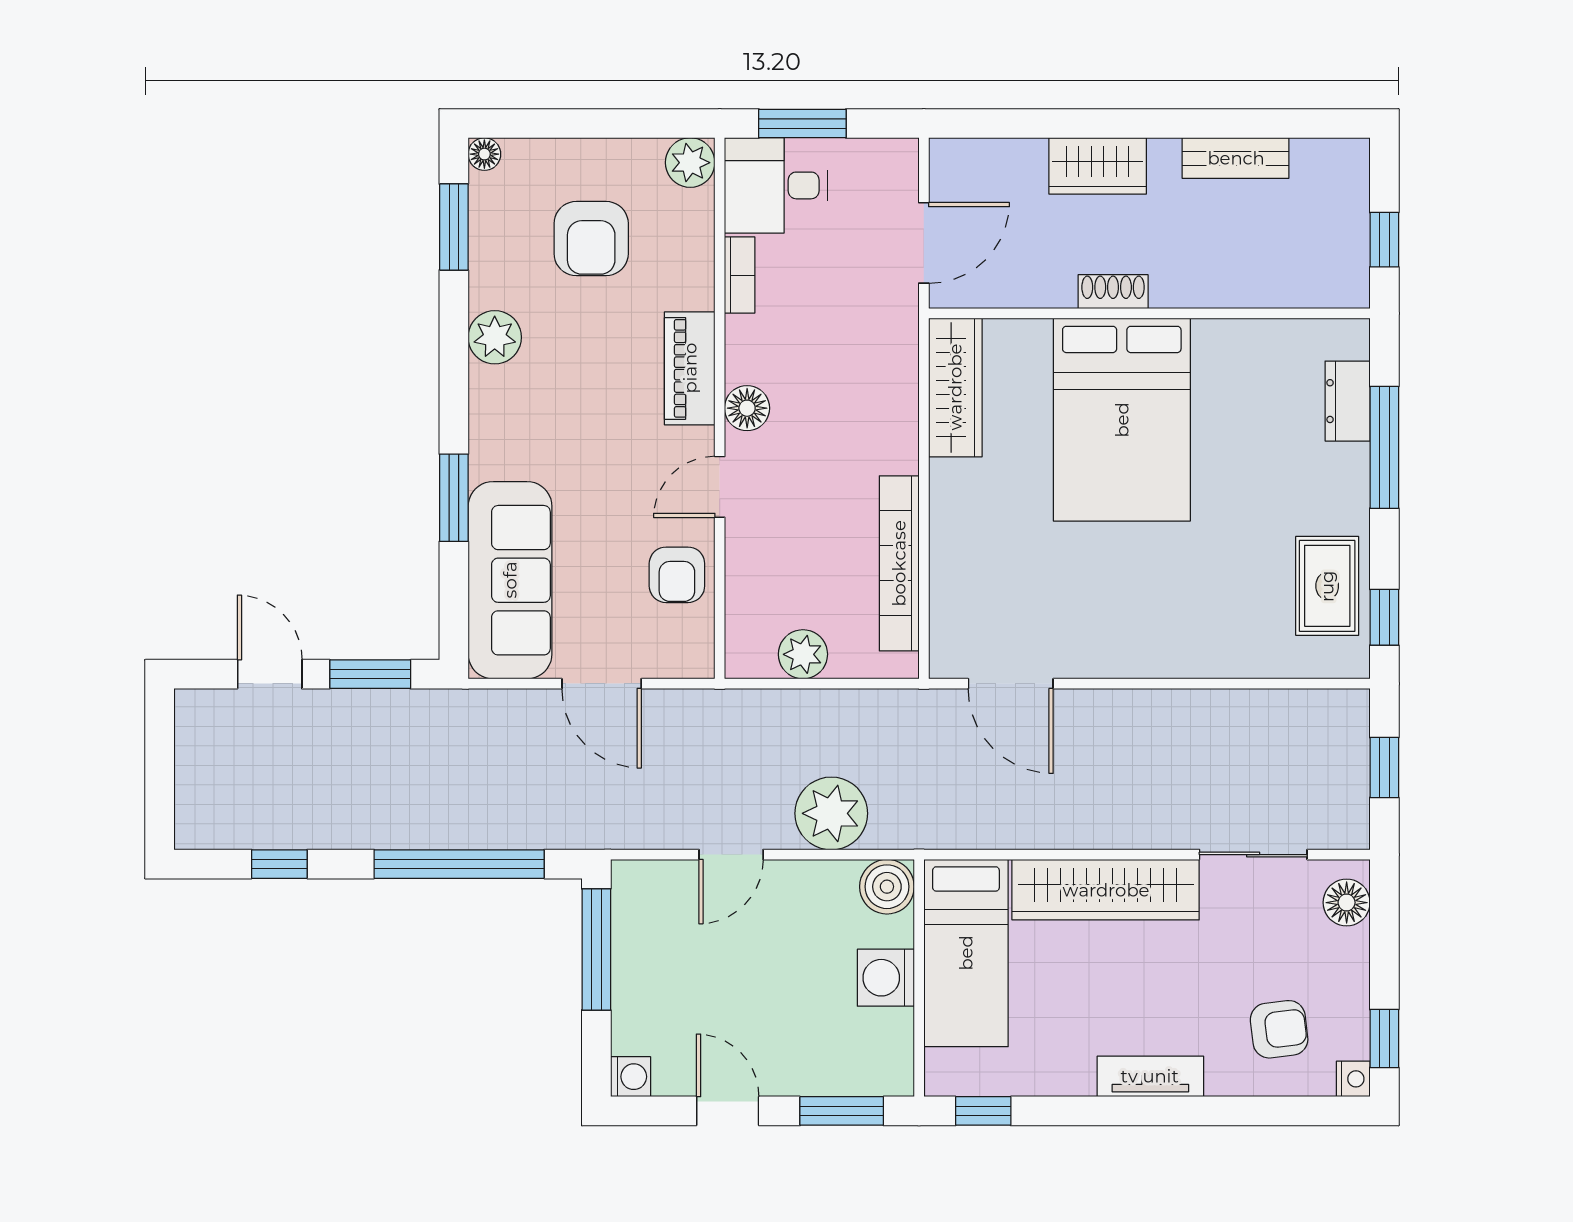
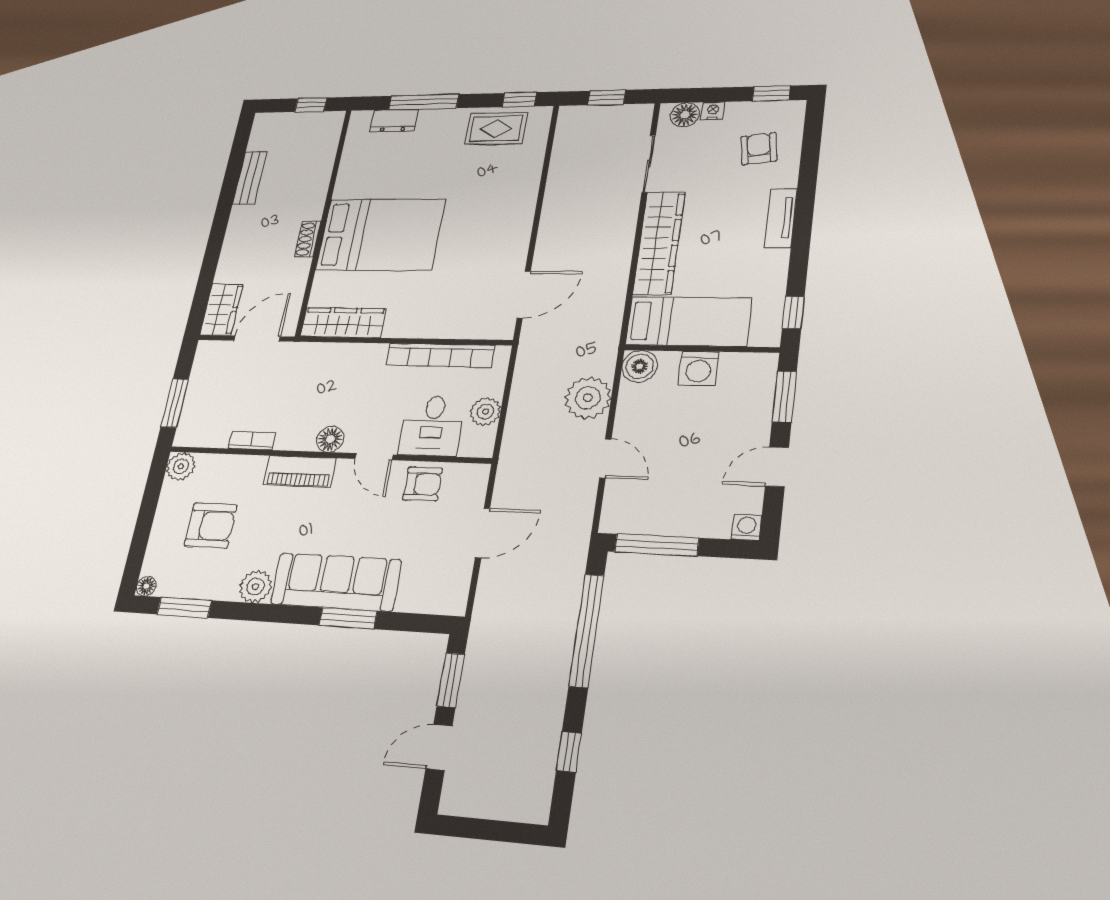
wardrobe: (1098, 166) -> (222, 309), moved
desk: (776, 185) -> (432, 426), moved
door: (924, 243) -> (257, 338), hinge flipped
sofa: (510, 580) -> (336, 582), moved
nightstand: (1353, 1079) -> (713, 111), moved

